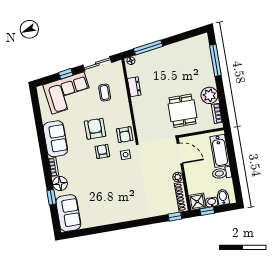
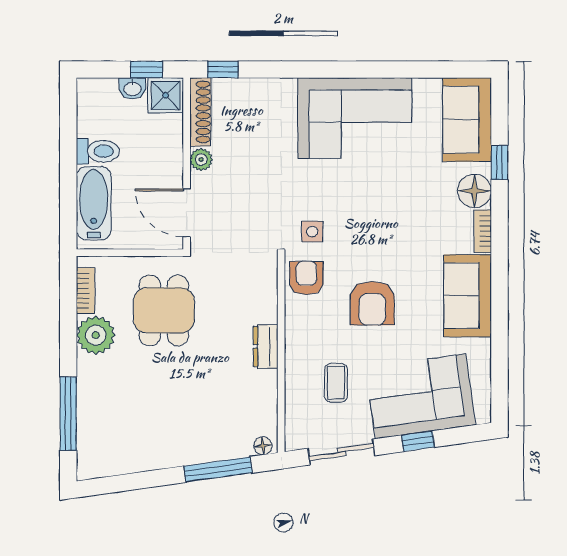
dresser: (134, 87) -> (266, 346), moved
armchair: (102, 151) -> (364, 248), removed
bidet: (223, 197) -> (104, 96), removed
corner sofa: (116, 206) -> (355, 118), added

